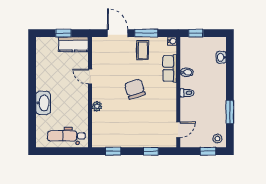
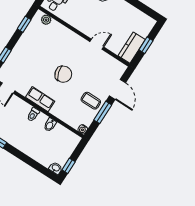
door: (118, 33) -> (118, 89), hinge flipped
window: (196, 33) -> (69, 166), moved
washbasin: (221, 57) -> (56, 168), moved
row of seats: (170, 68) -> (40, 99), moved
plant: (97, 106) -> (46, 20), moved

